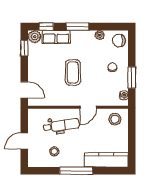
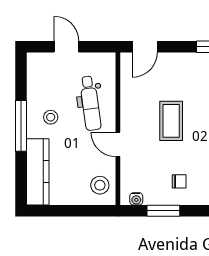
coffee table: (73, 72) -> (171, 121), turned 90
stool: (54, 151) -> (51, 117), moved

